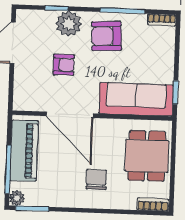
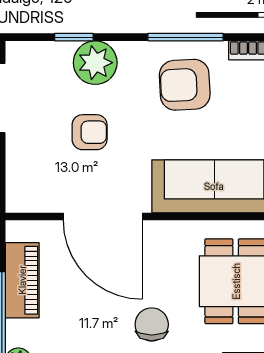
armchair: (106, 36) -> (185, 85), moved
piano: (24, 151) -> (22, 280), width x0.73, depth x0.75

